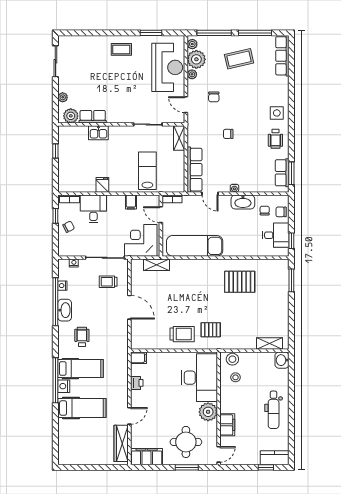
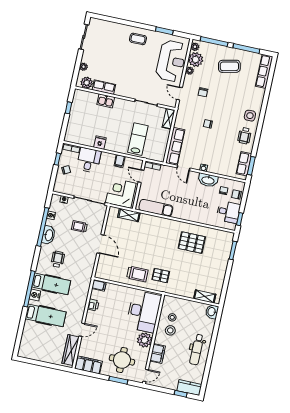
exam couch: (195, 246) -> (156, 208), width x0.73, depth x0.69
trolley: (108, 282) -> (79, 226), moved
stool: (232, 359) -> (170, 330), moved

